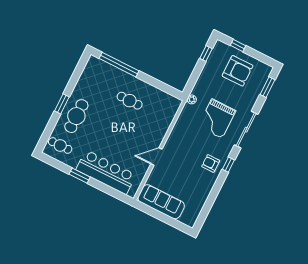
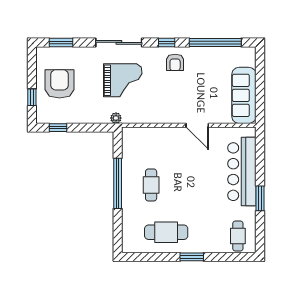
window: (119, 65) -> (118, 183), moved
cafe table: (76, 116) -> (166, 232), moved
window: (211, 200) -> (215, 42), added

